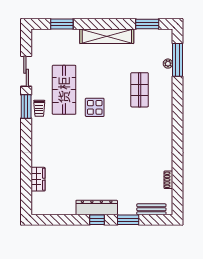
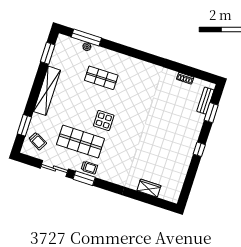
trolley: (50, 44) -> (38, 141), added
dresser: (97, 207) -> (189, 146), removed
window: (128, 220) -> (211, 113), moved

